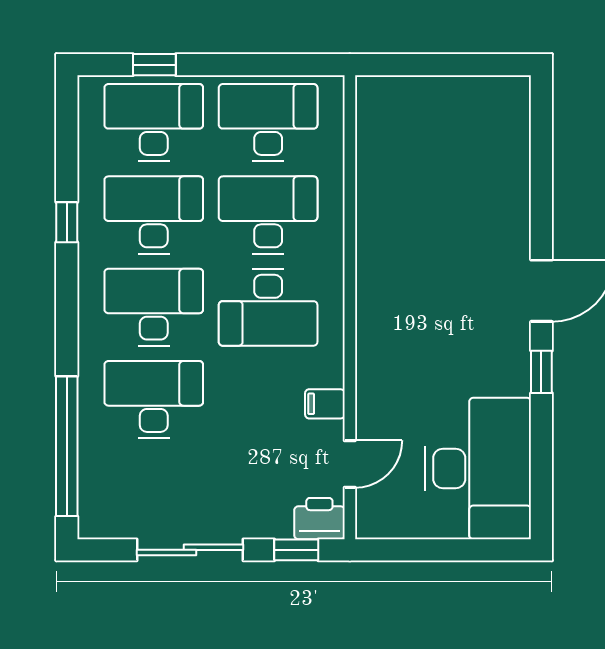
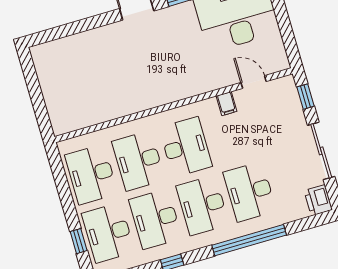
window: (67, 446) -> (249, 240), moved
printer: (319, 519) -> (318, 200), moved

